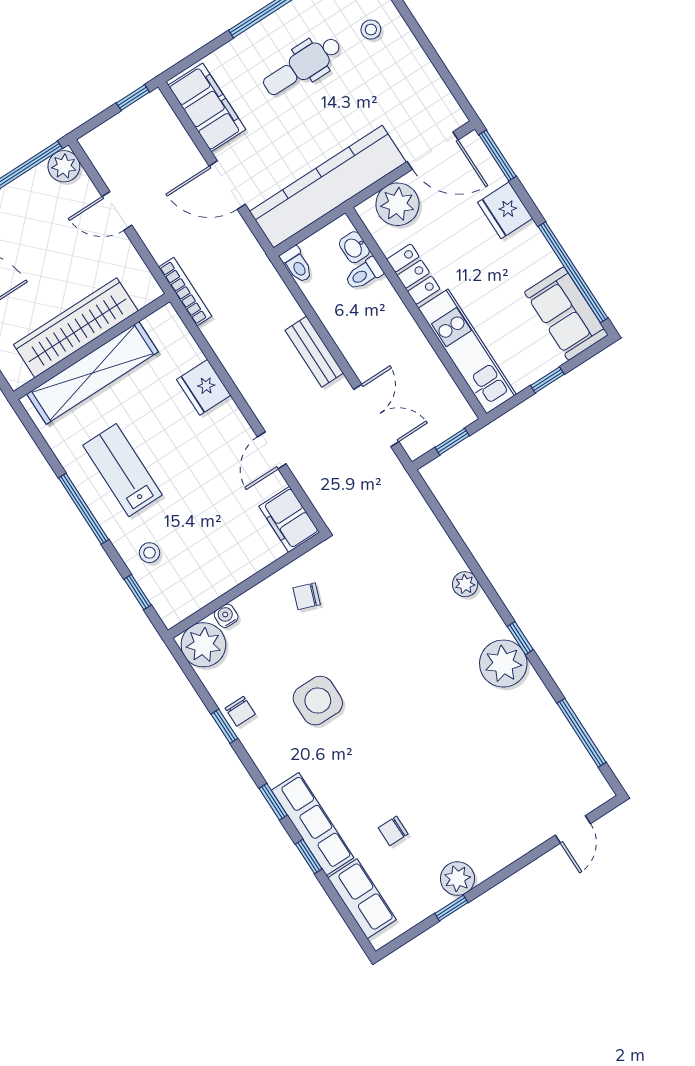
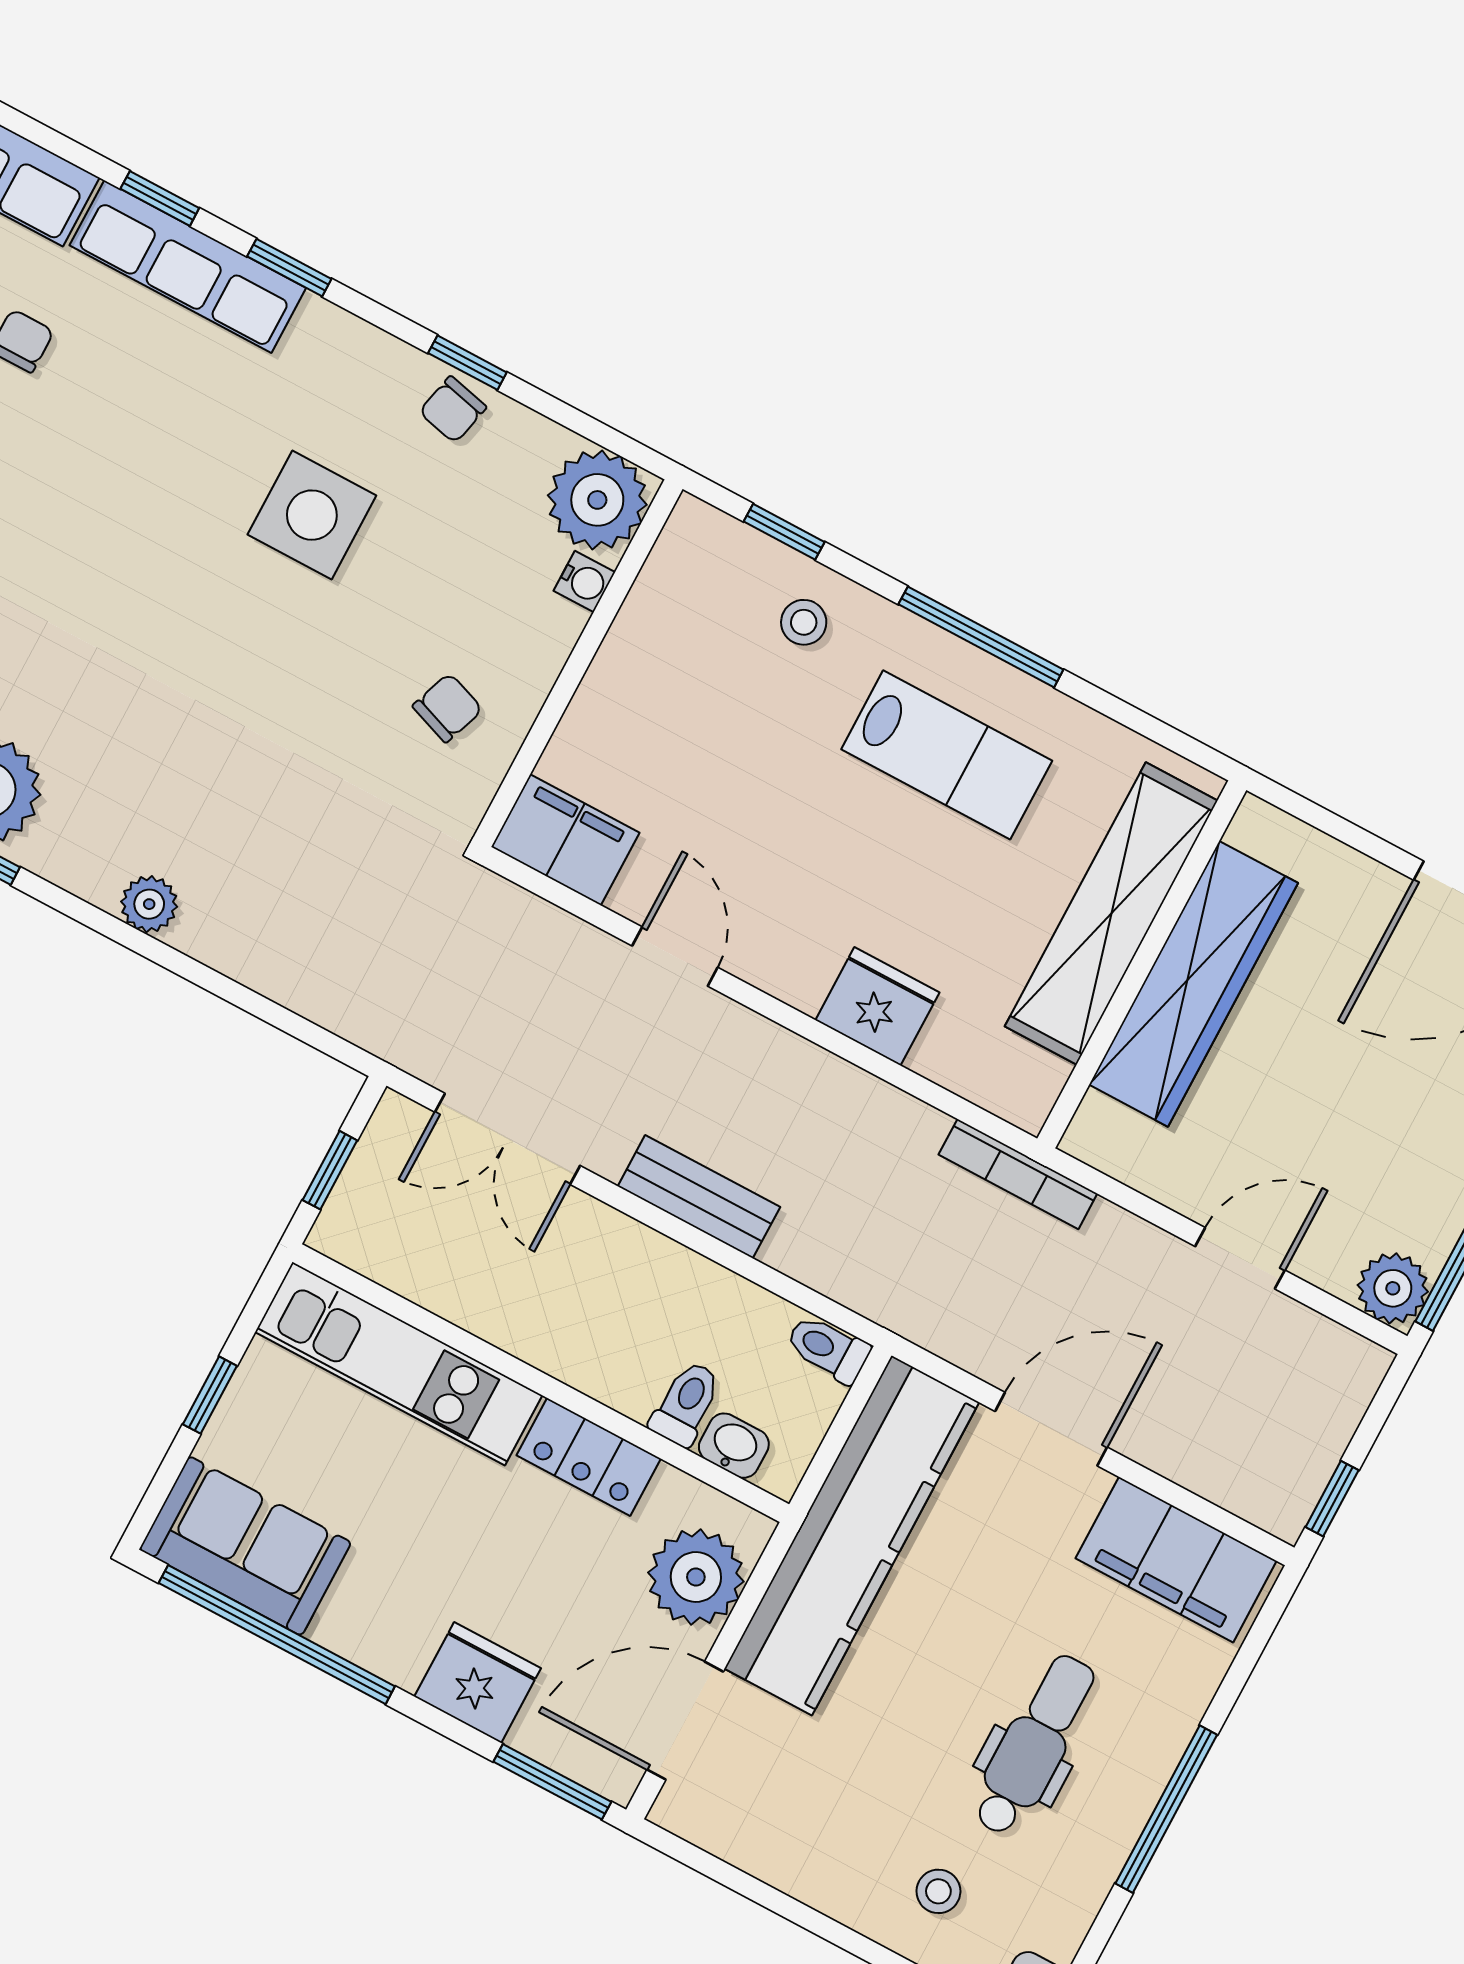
chair: (240, 711) -> (453, 410), turned -77

